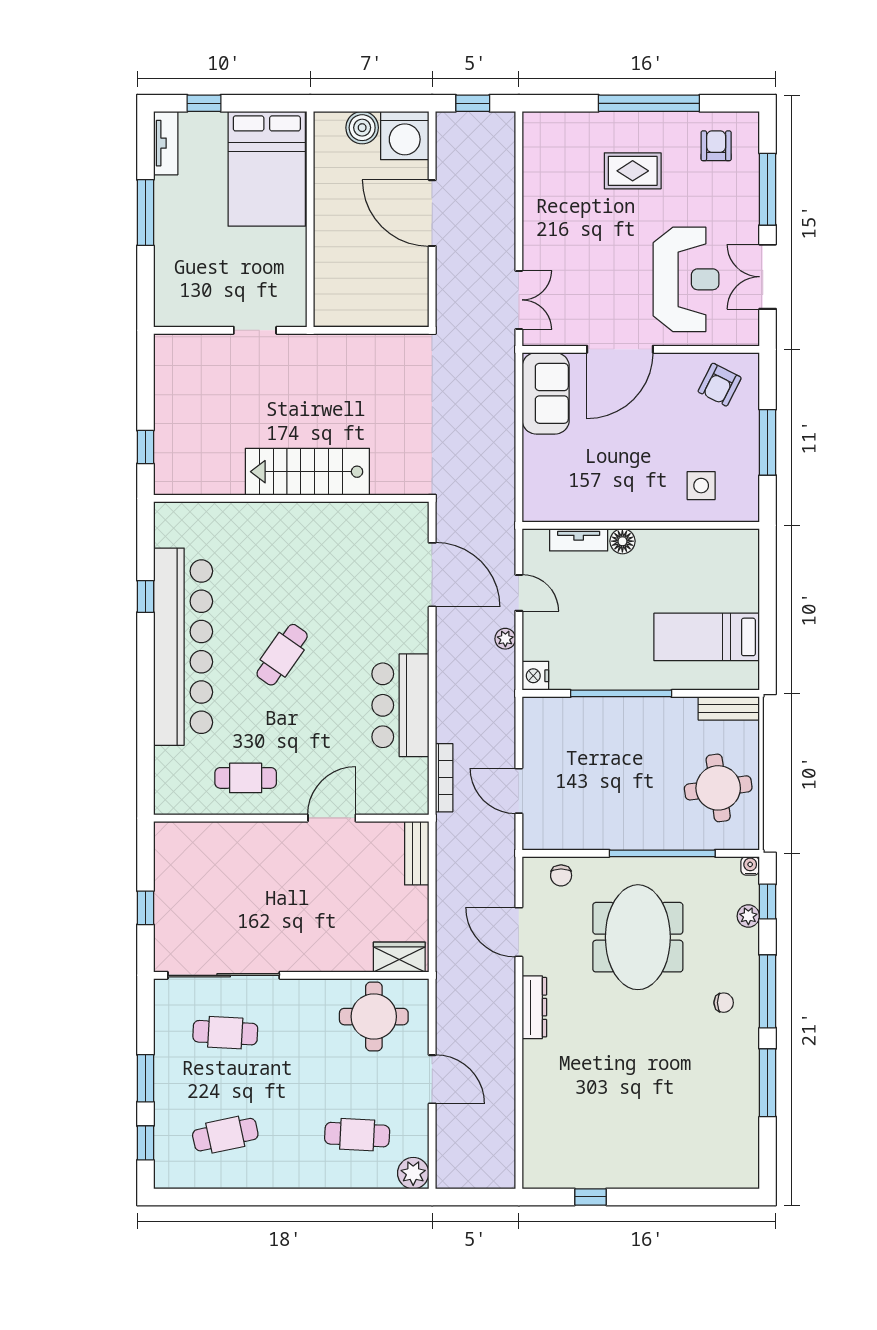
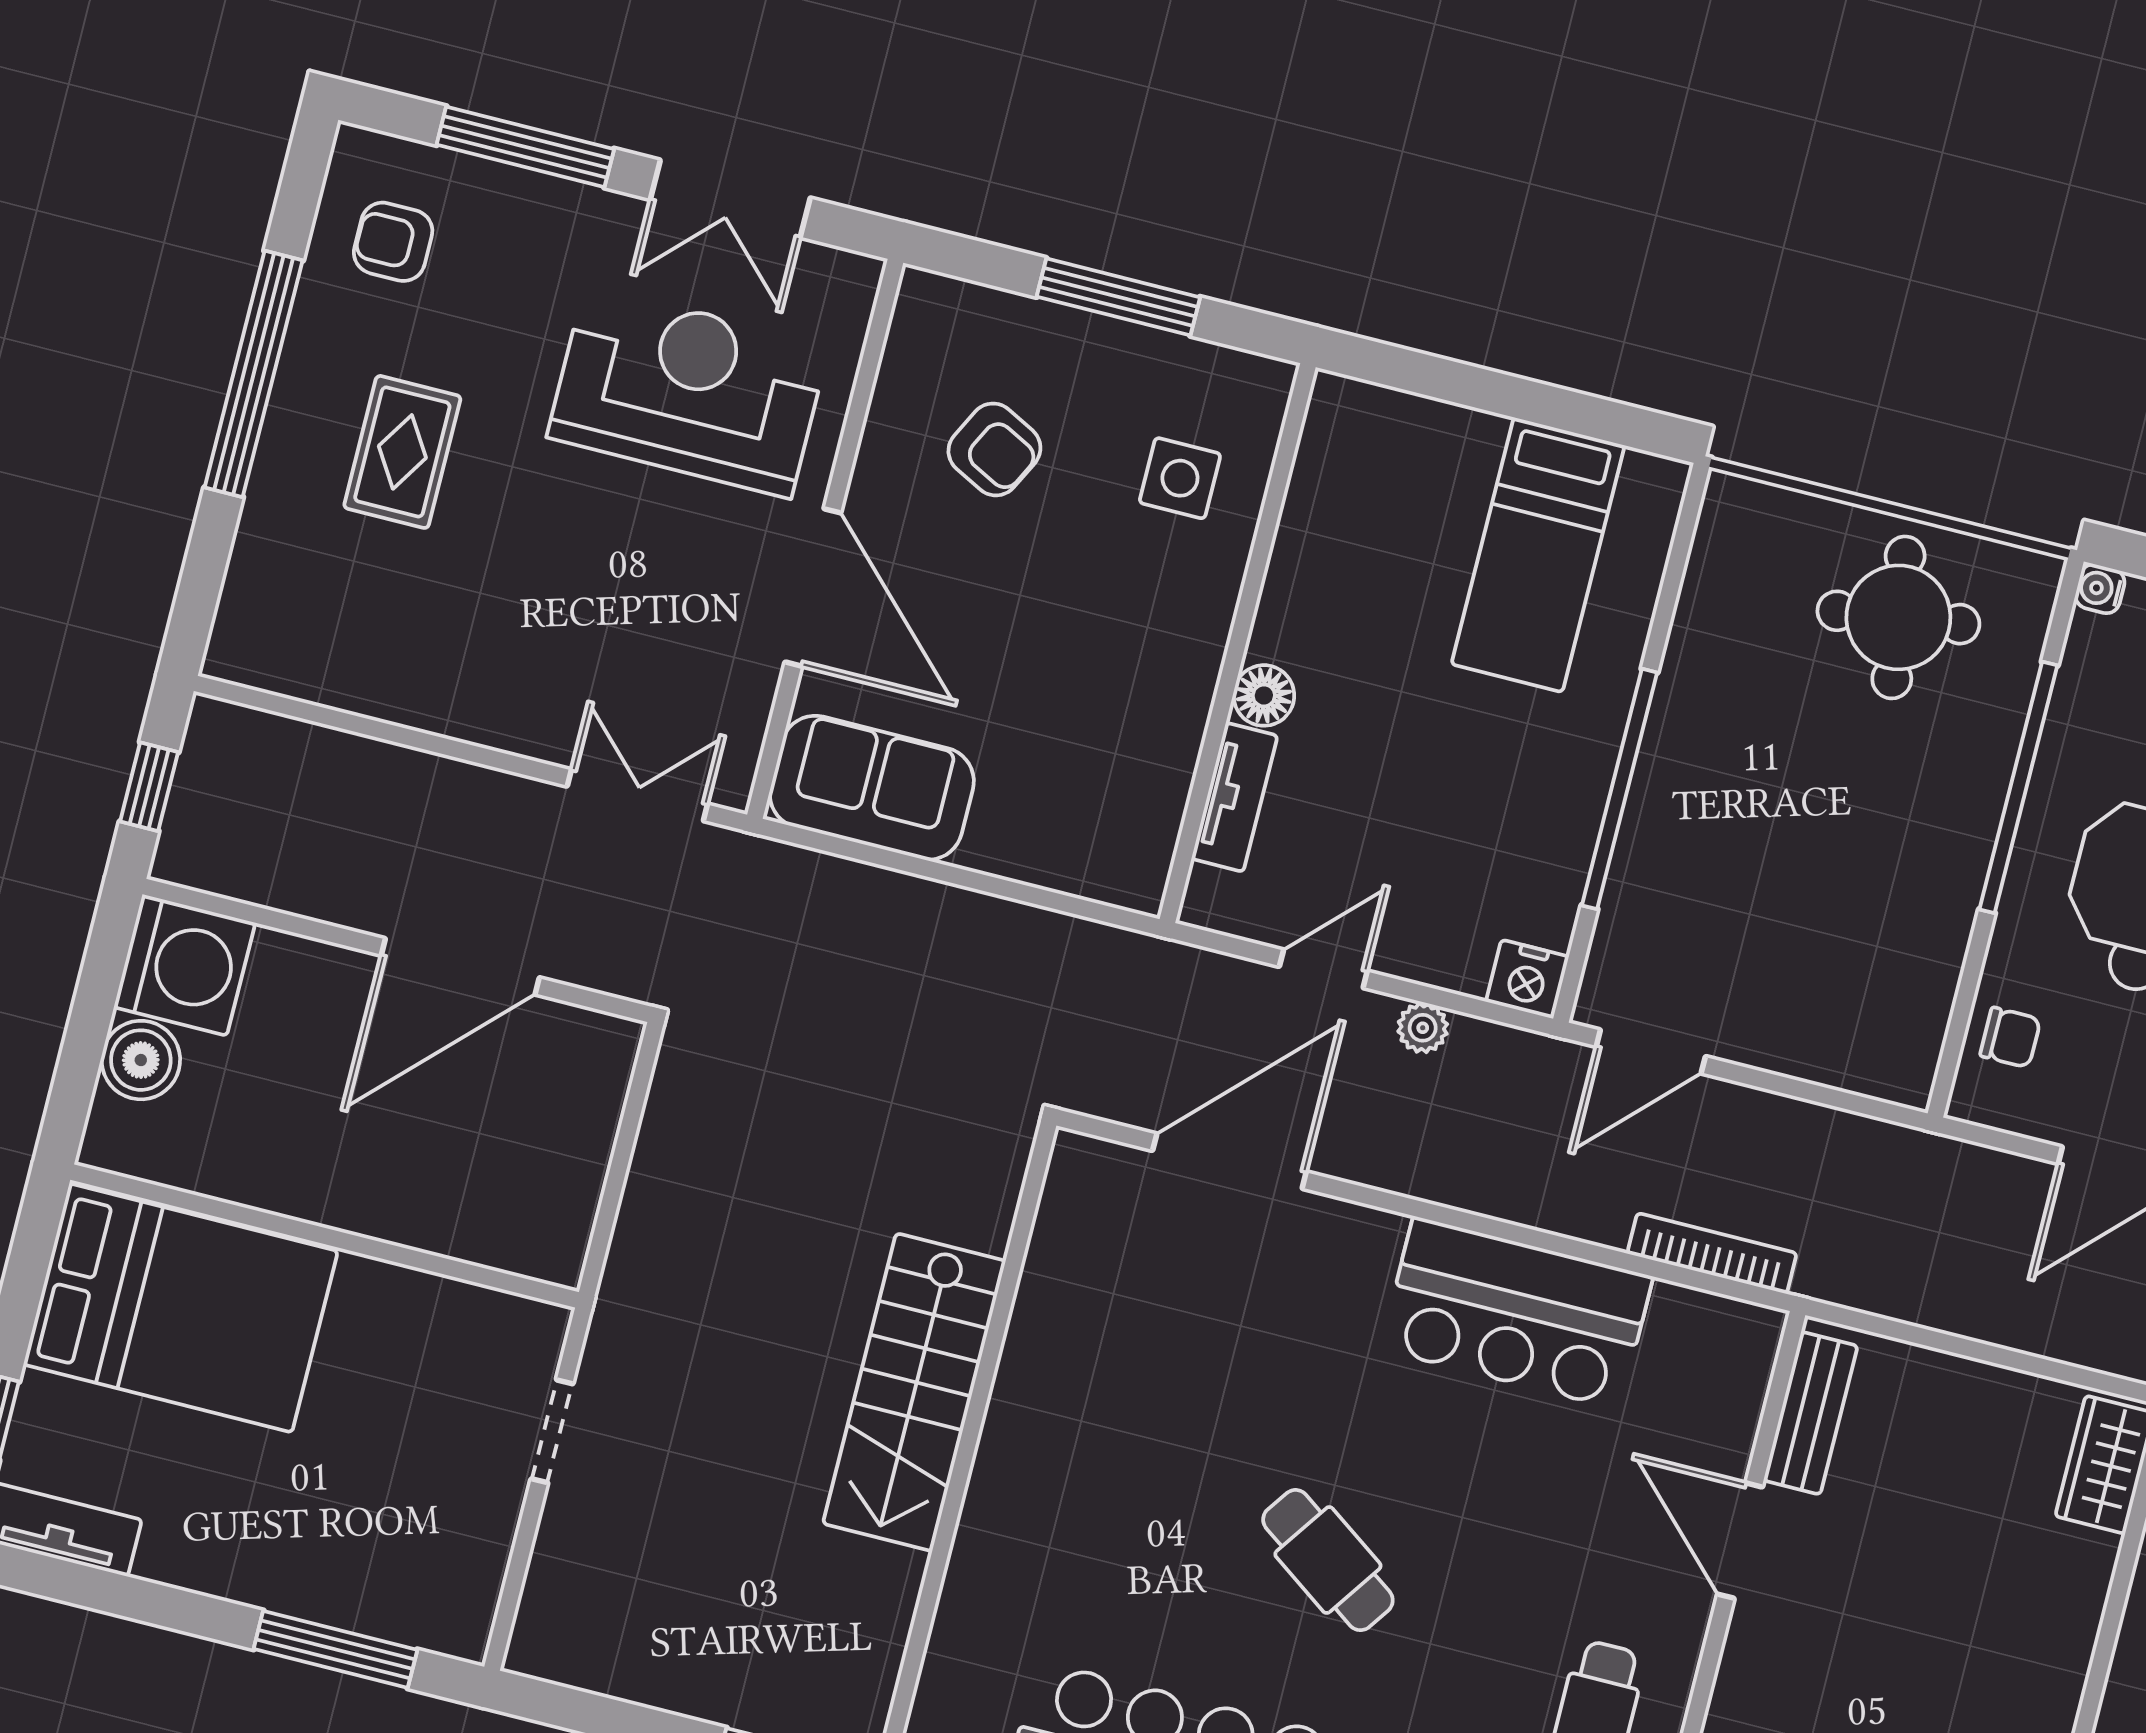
window: (145, 213) -> (335, 1649), moved
door: (432, 213) -> (460, 966), moved
armchair: (720, 385) -> (994, 449), moved
bench: (729, 708) -> (1718, 545), removed
door: (519, 791) -> (1651, 1052), moved
bench: (417, 853) -> (1811, 1413), moved, turned 90

